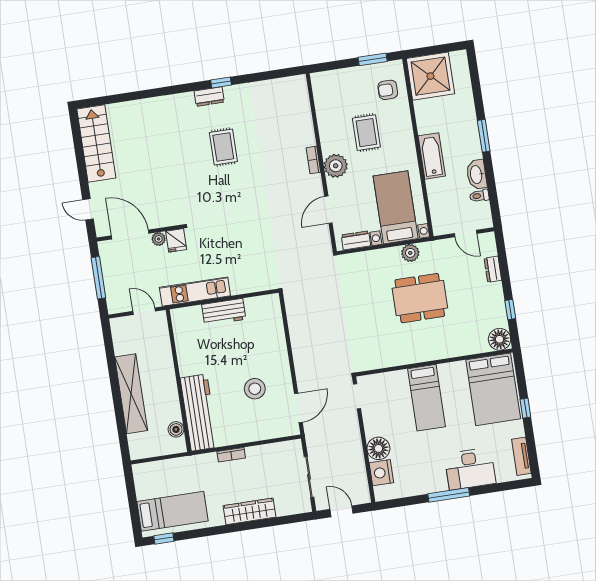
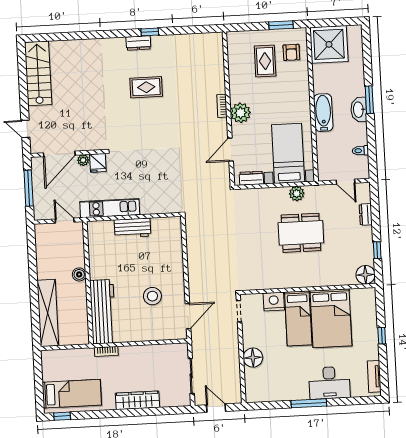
armchair: (388, 90) -> (291, 52), turned -90
rug: (366, 133) -> (265, 61), moved
rug: (223, 147) -> (146, 87), turned 90
washbasin: (477, 175) -> (359, 110), moved
door: (130, 234) -> (59, 154), swing flipped
bed: (493, 389) -> (331, 318), moved
shelving: (131, 394) -> (48, 313), moved
boiler: (176, 429) -> (79, 274), moved
bookcase: (231, 455) -> (106, 351), moved
nightstand: (381, 473) -> (274, 302), moved, turned 90

